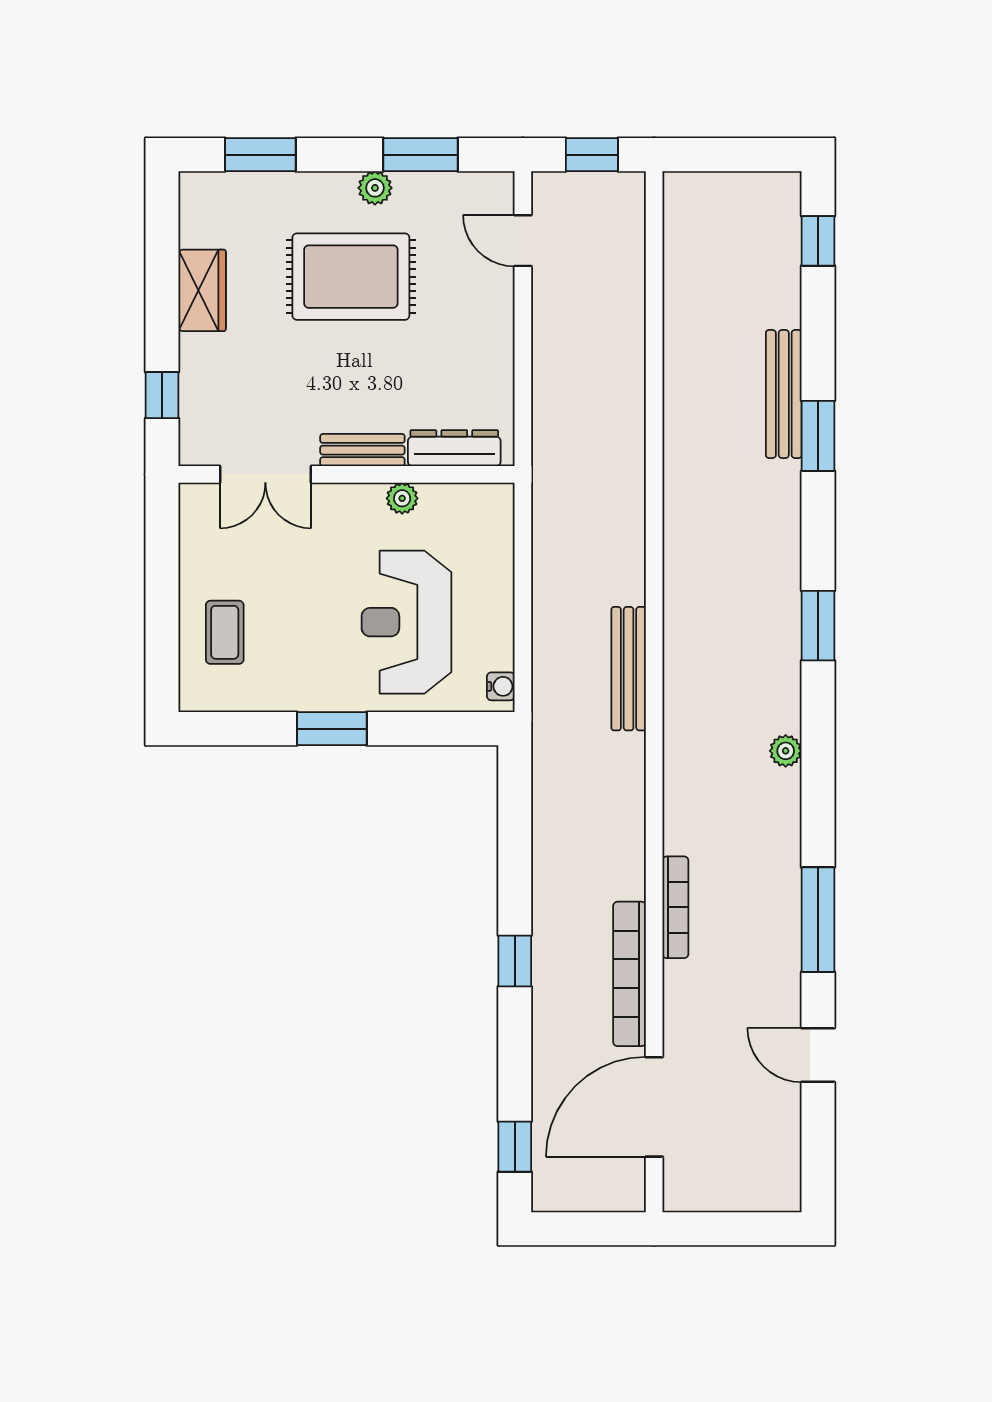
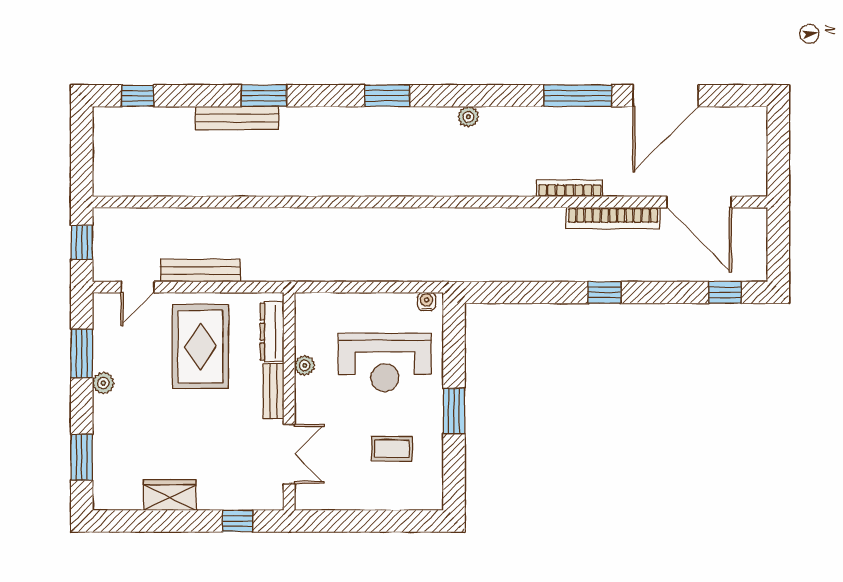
rug: (351, 277) -> (200, 346), moved
coffee table: (225, 632) -> (392, 449), moved
bench: (629, 669) -> (200, 271), moved
door: (818, 1055) -> (666, 96), width x1.87

